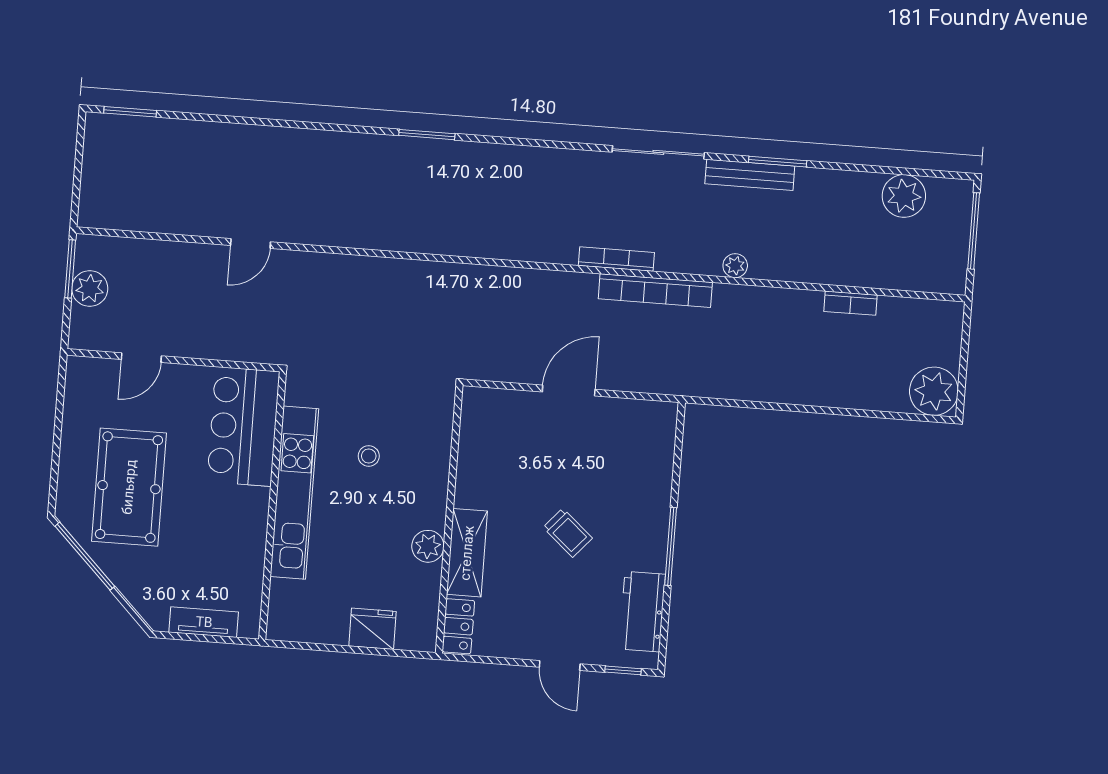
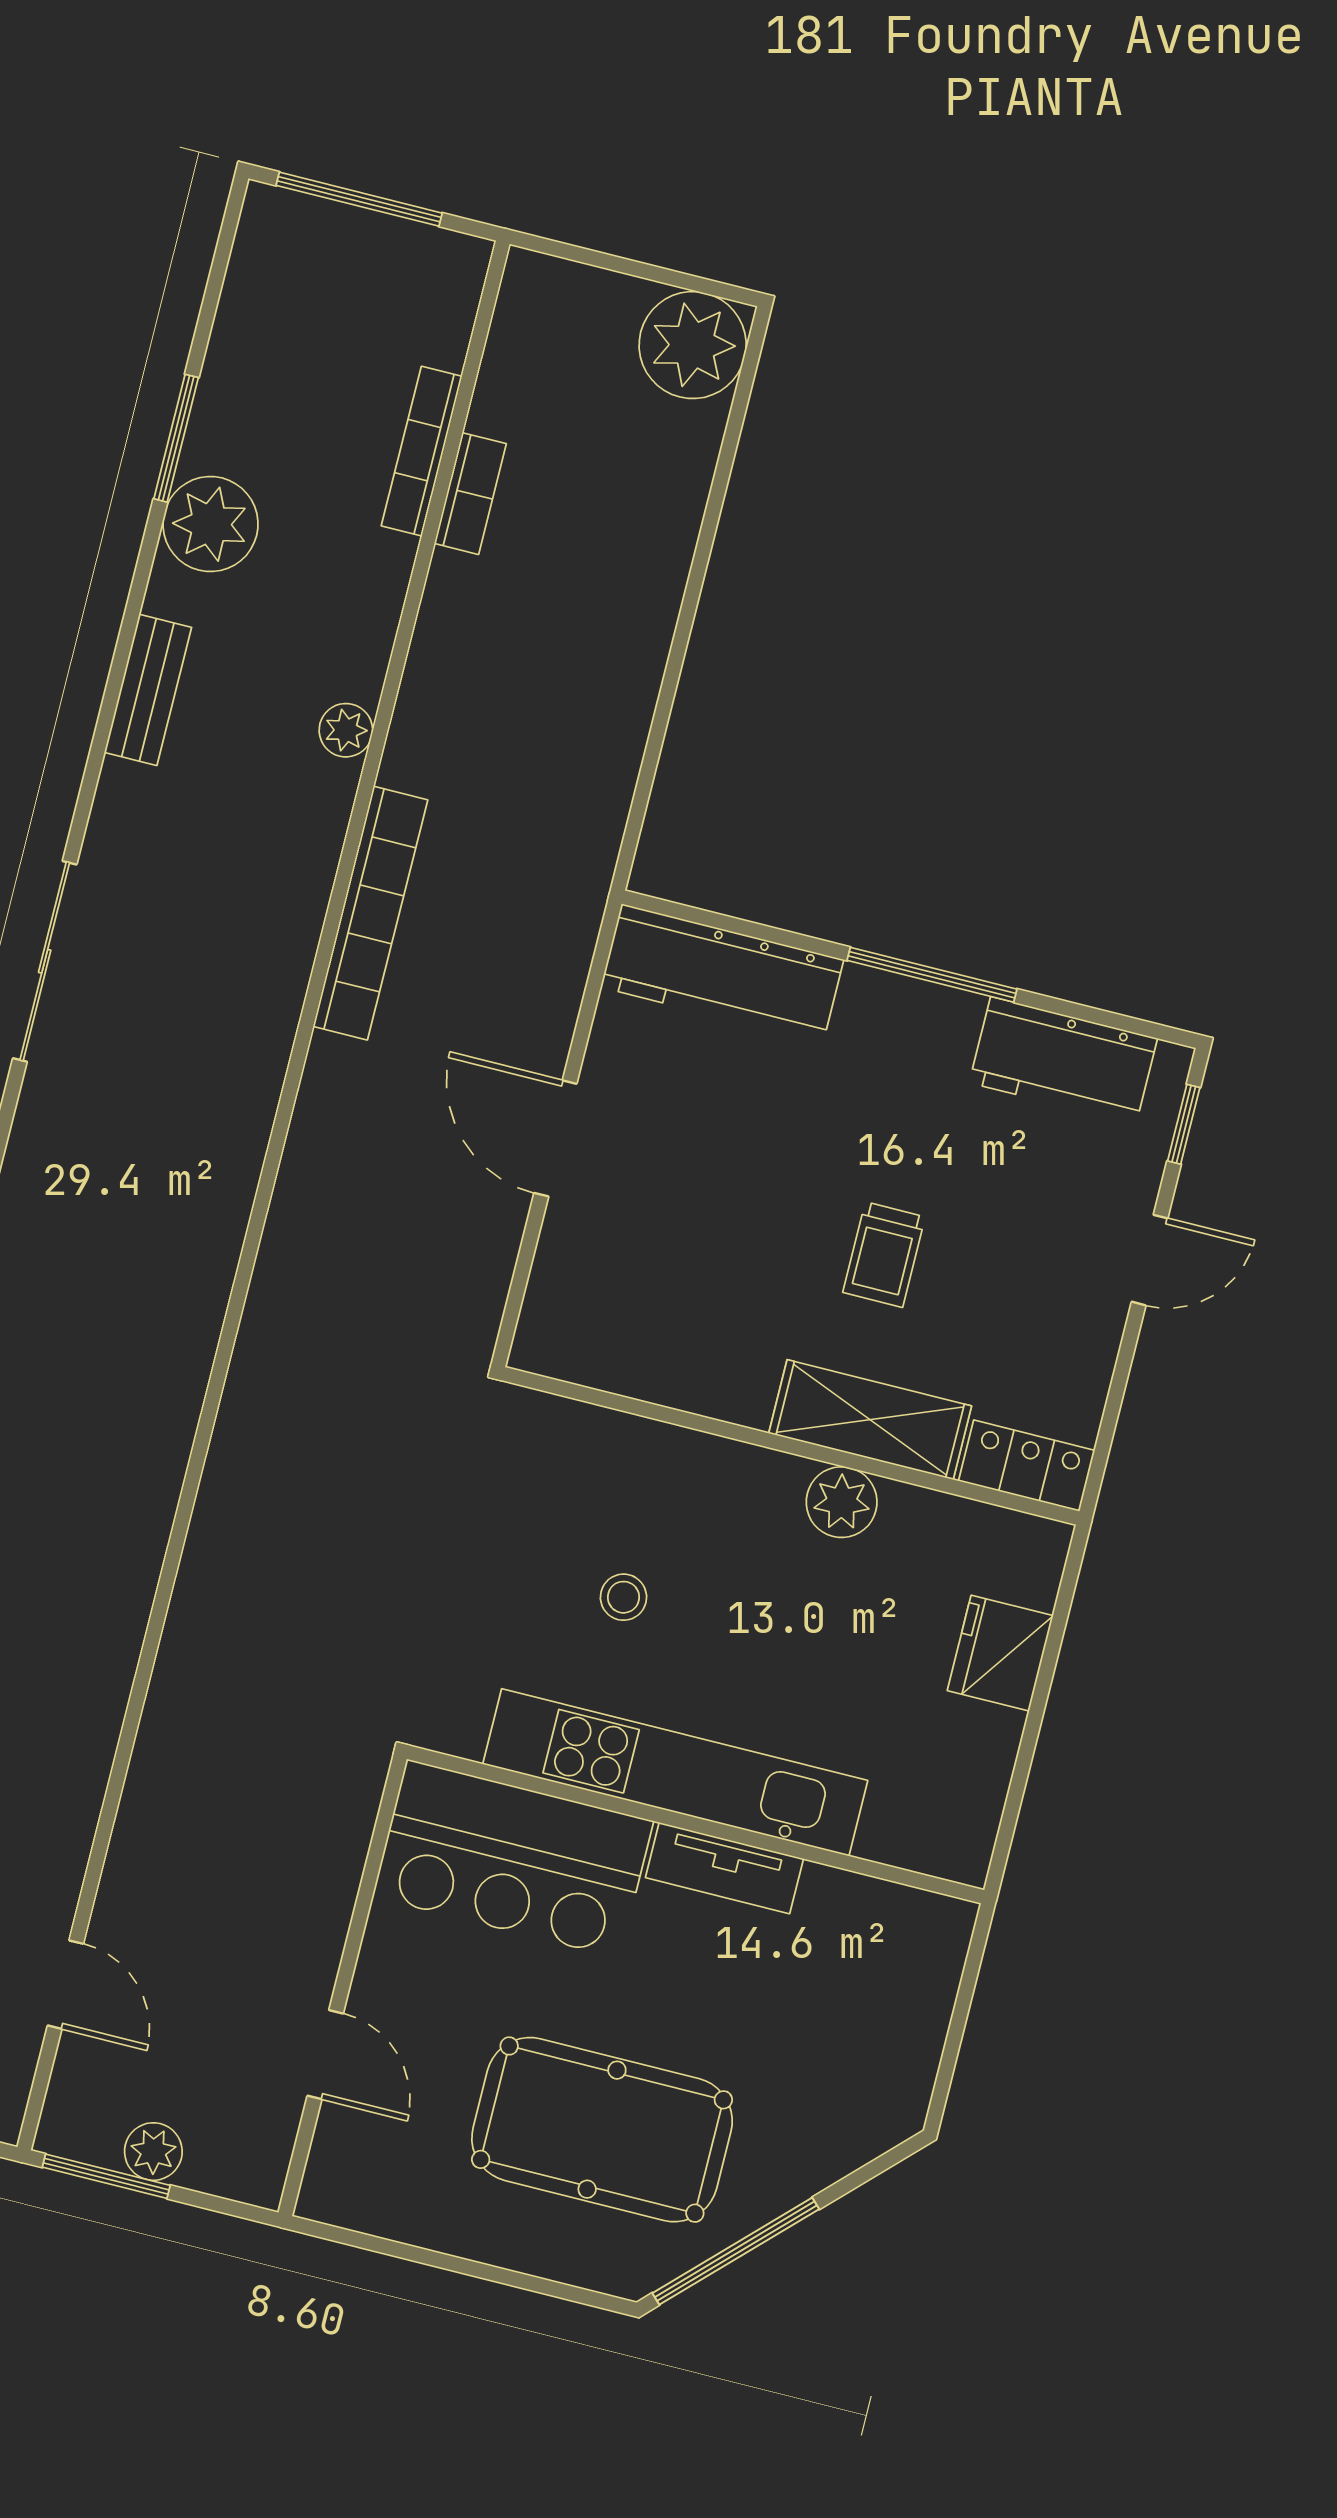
sliding door: (658, 152) -> (45, 961), moved
window: (778, 162) -> (176, 438), moved
bench: (750, 175) -> (148, 690), width x0.73
plant: (904, 196) -> (210, 524), moved
door: (251, 244) -> (65, 1985), moved
bookcase: (616, 259) -> (422, 451), moved
plant: (90, 289) -> (153, 2152), width x0.73, depth x0.73
workbench: (655, 452) -> (722, 973), added
trolley: (568, 533) -> (884, 1255), moved, turned 139
tv unit: (204, 622) -> (724, 1868), moved, turned -90

